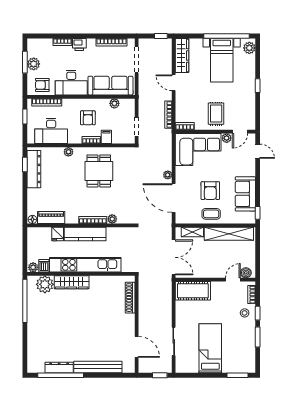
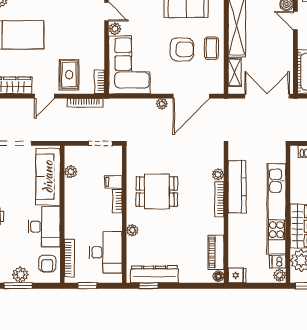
rug: (216, 114) -> (69, 75), moved, turned 90
armchair: (88, 118) -> (89, 205), removed
fridge: (58, 234) -> (237, 275), moved
kitchen counter: (85, 234) -> (237, 187), moved

